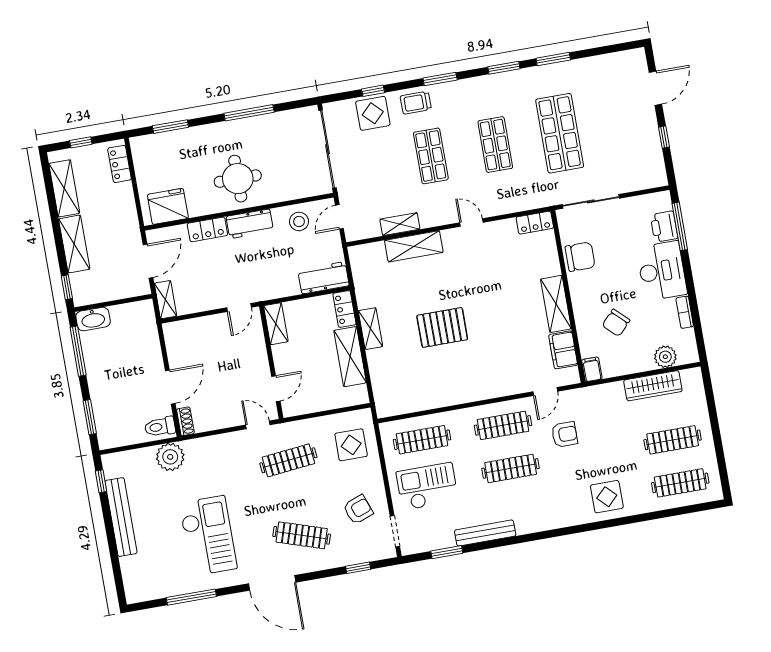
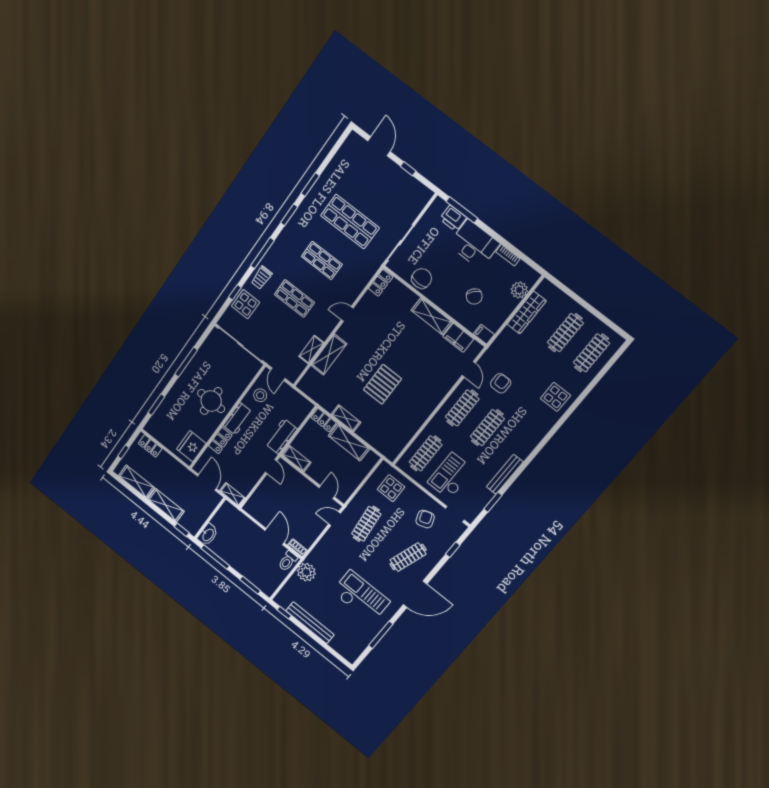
window: (440, 79) -> (262, 253), width x1.44
workbench: (323, 278) -> (281, 436), moved

